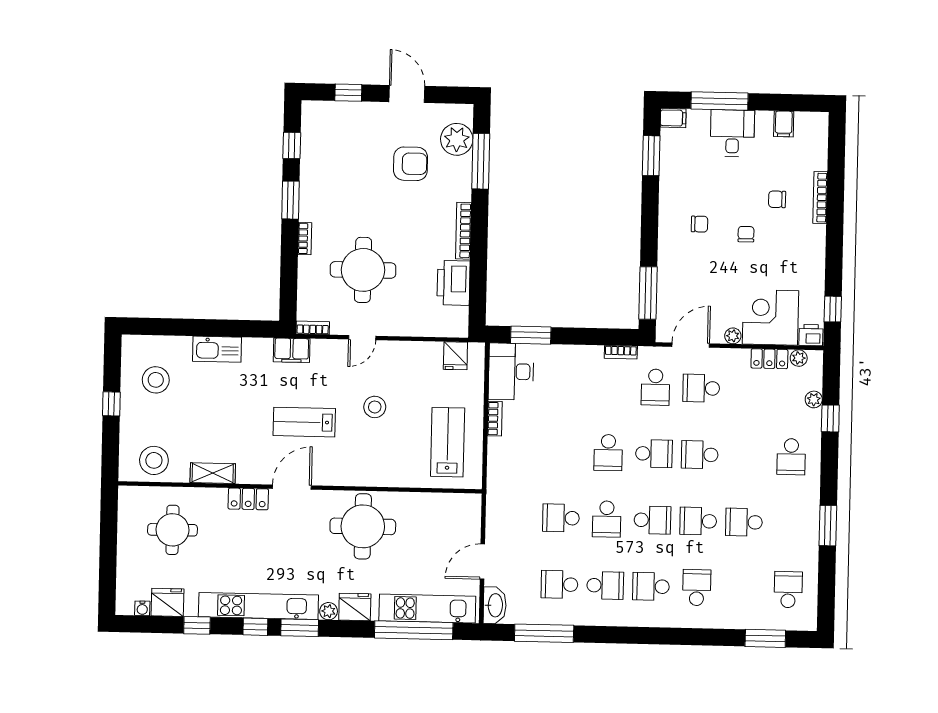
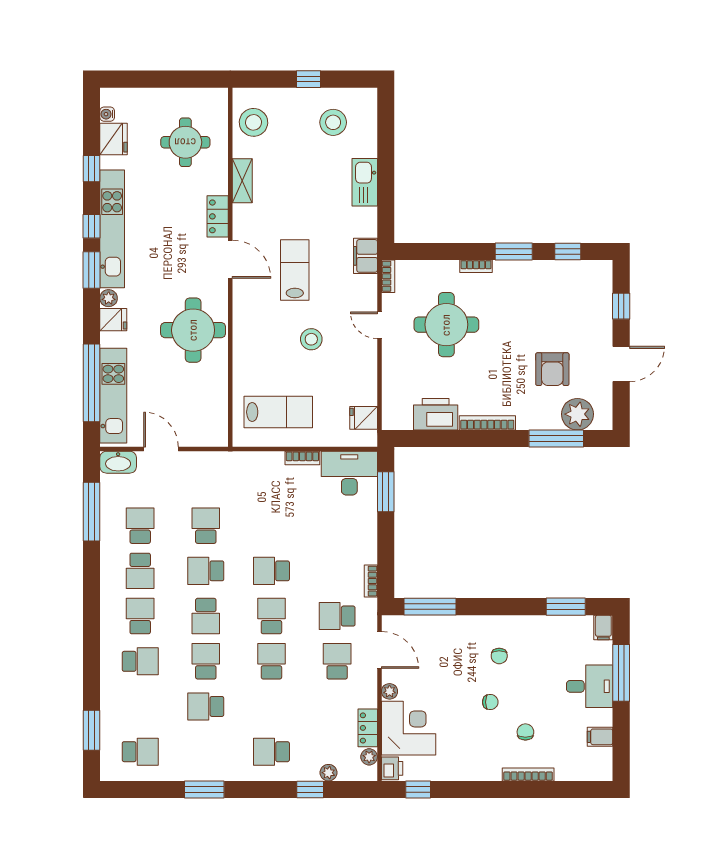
school desk: (654, 454) -> (271, 616), turned 180
school desk: (744, 522) -> (206, 706), turned -90
fridge: (355, 607) -> (113, 320), width x0.72

